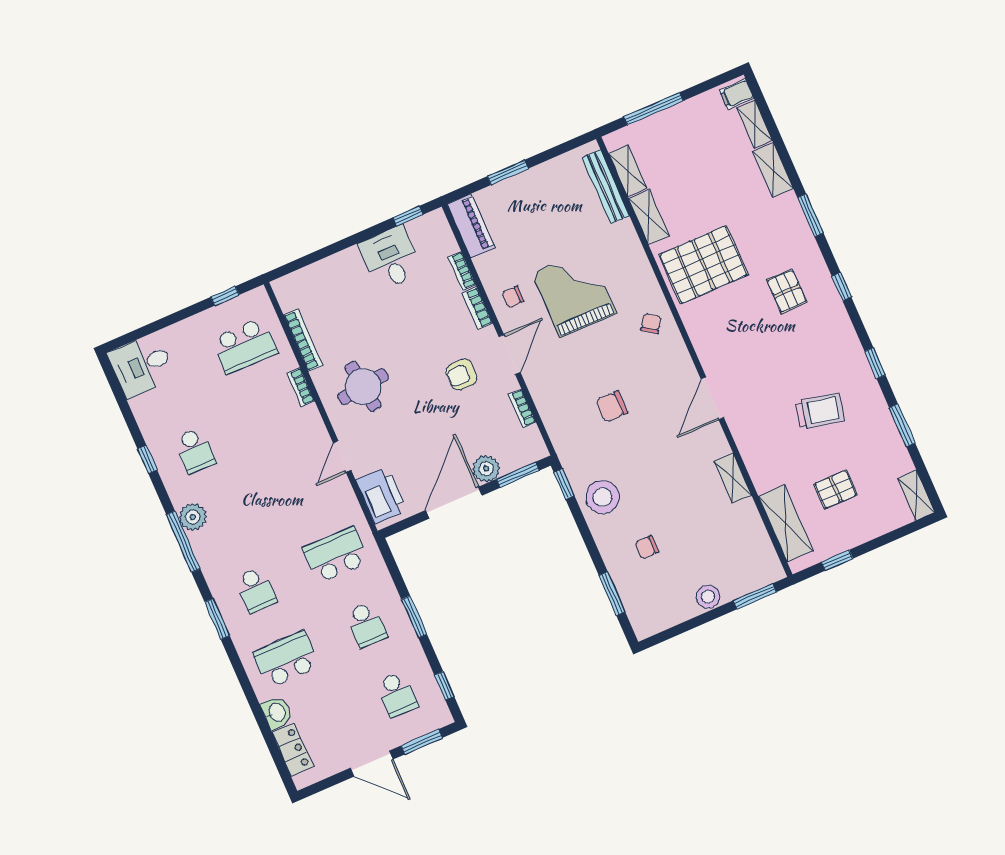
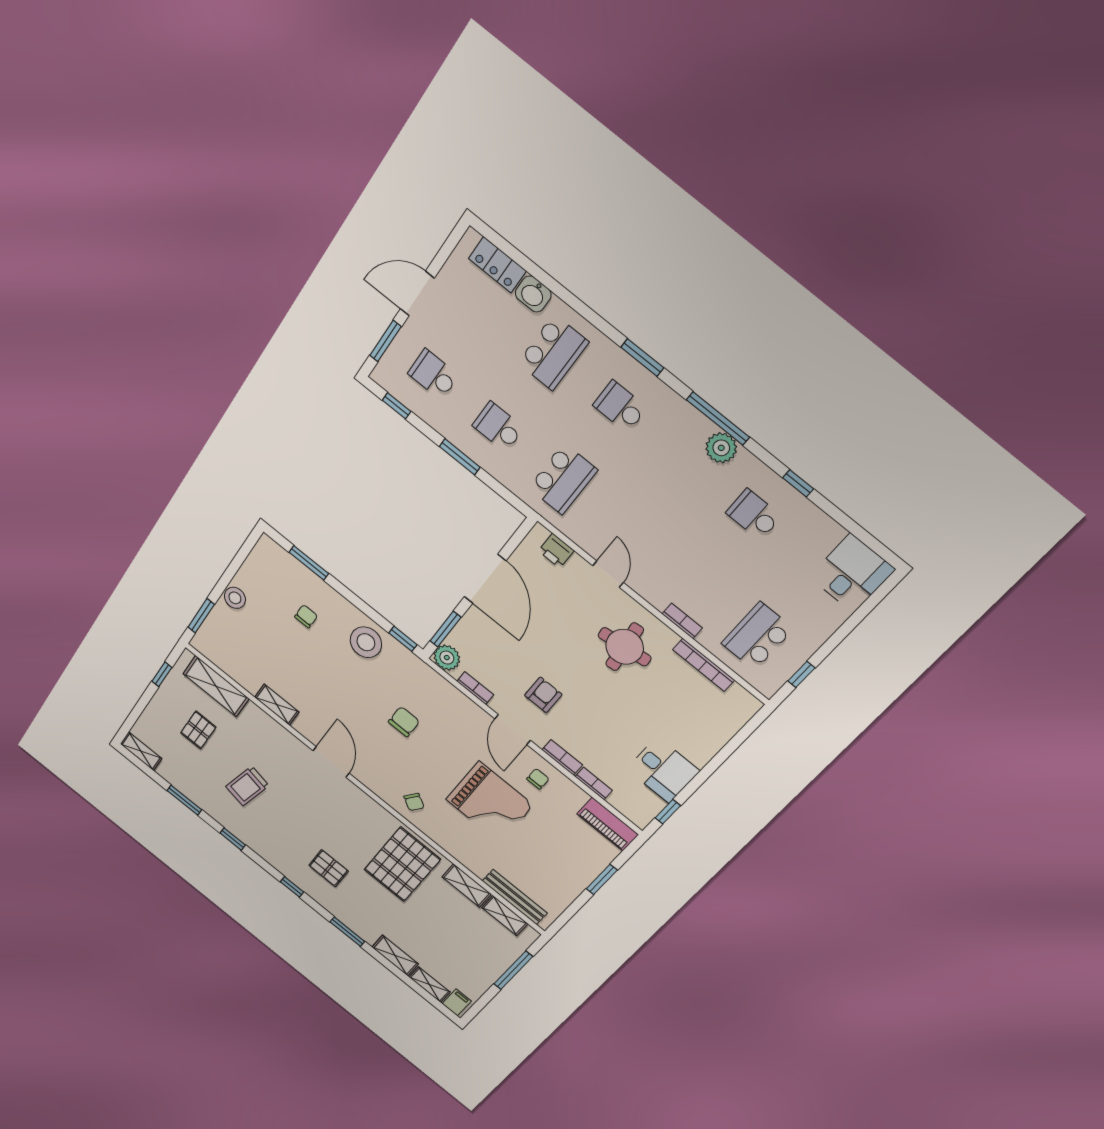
plant: (486, 469) -> (447, 658), moved
printer: (381, 495) -> (556, 551), width x0.53, depth x0.68

